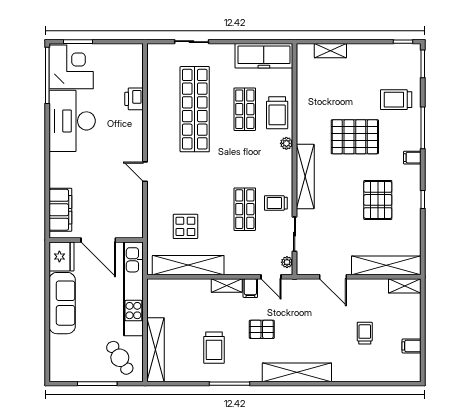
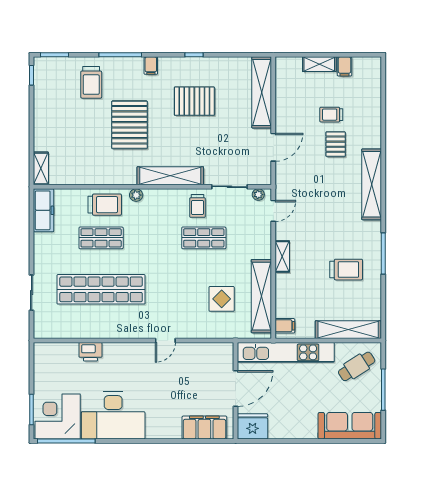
shelving: (330, 51) -> (41, 168), moved
freezer: (264, 56) -> (44, 210), width x0.73, depth x0.79
shelving: (405, 286) -> (319, 64), moved, turned 90
filing cabinet: (250, 288) -> (285, 326), moved
sofa: (62, 303) -> (350, 426), moved
pallet: (262, 329) -> (336, 144), moved

